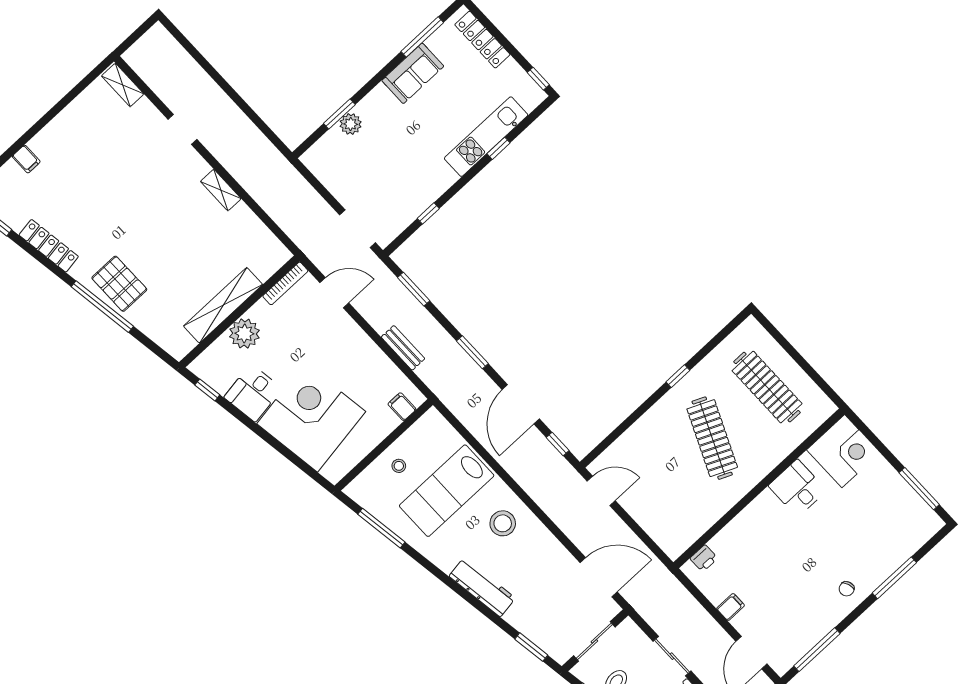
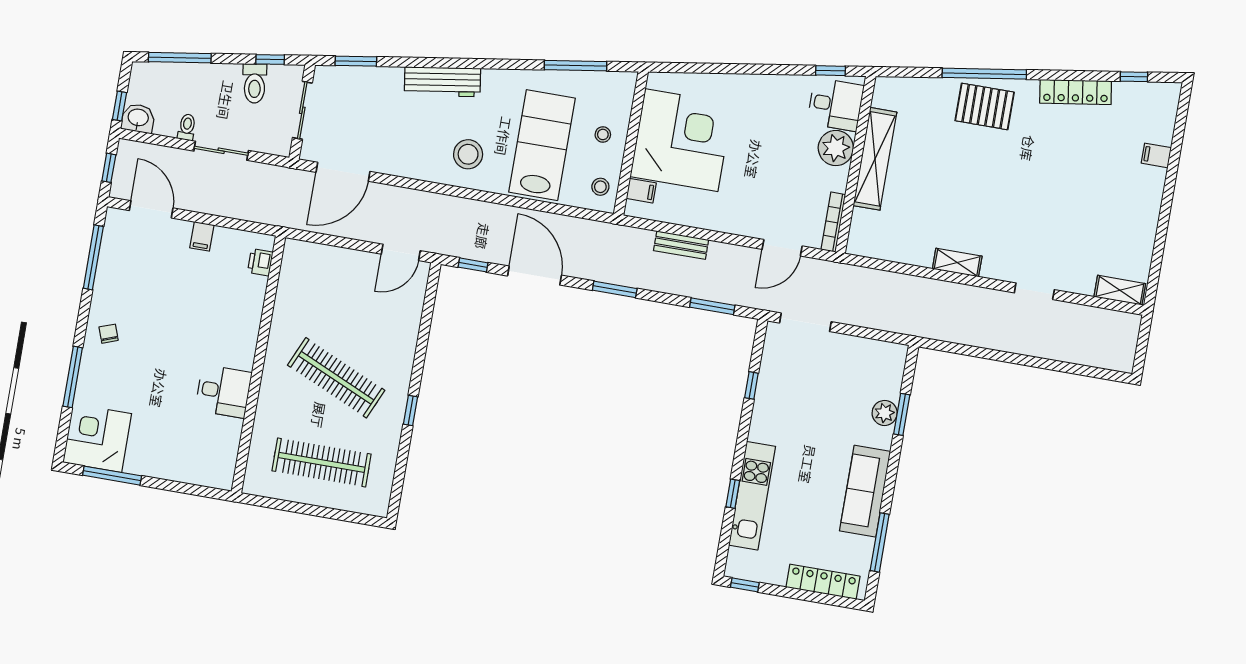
sofa: (413, 73) -> (865, 491), width x1.36
desk: (253, 393) -> (836, 104), moved, turned 99
corner desk: (311, 418) -> (681, 140), moved, turned -81
stool: (428, 431) -> (600, 187), added
corner desk: (843, 451) -> (97, 438), moved, turned 90

